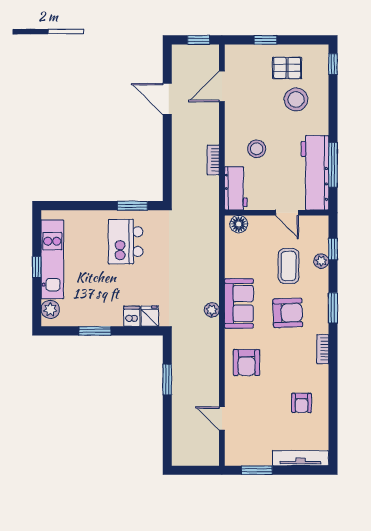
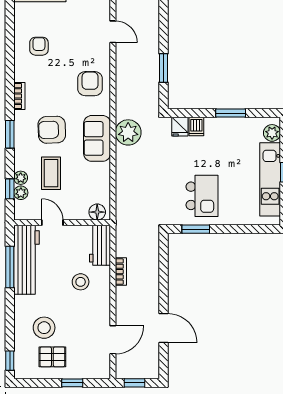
plant: (321, 245) -> (21, 193), added
plant: (212, 310) -> (128, 132), width x1.88, depth x1.88

